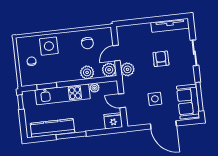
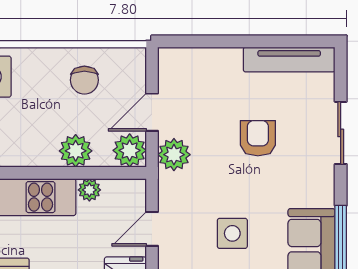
door: (122, 101) -> (152, 229), hinge flipped

